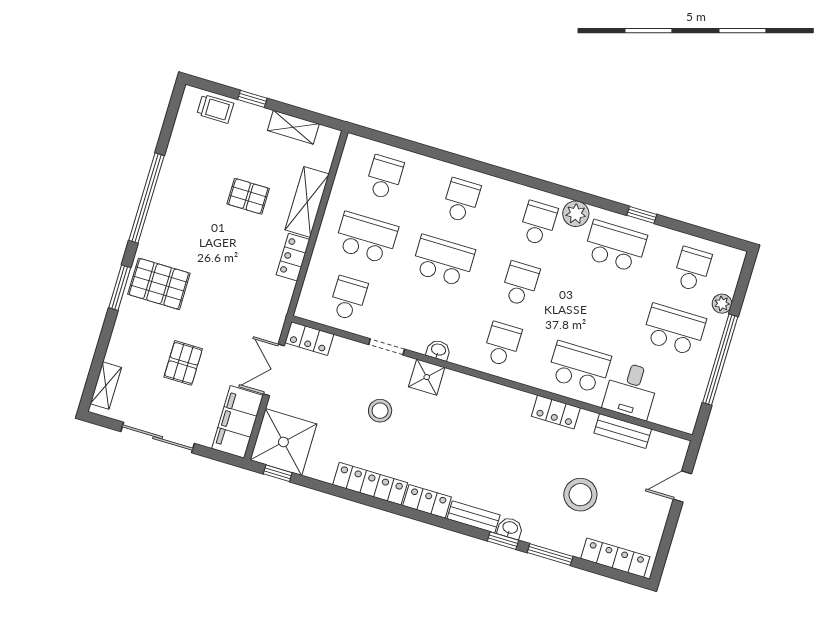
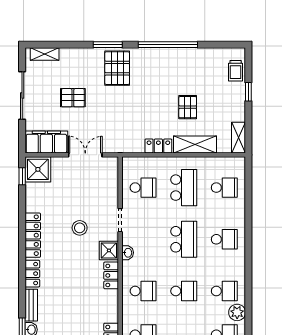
shelving: (293, 127) -> (239, 138), moved
locker: (309, 338) -> (111, 275), moved
shower: (283, 442) -> (38, 169), width x0.73, depth x0.73

